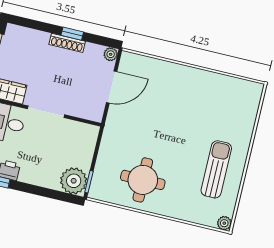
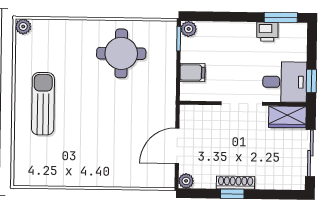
filing cabinet: (84, 149) -> (192, 73), added
sun lounger: (216, 169) -> (43, 104), moved, turned 180
plant: (74, 181) -> (189, 29), width x0.53, depth x0.53

